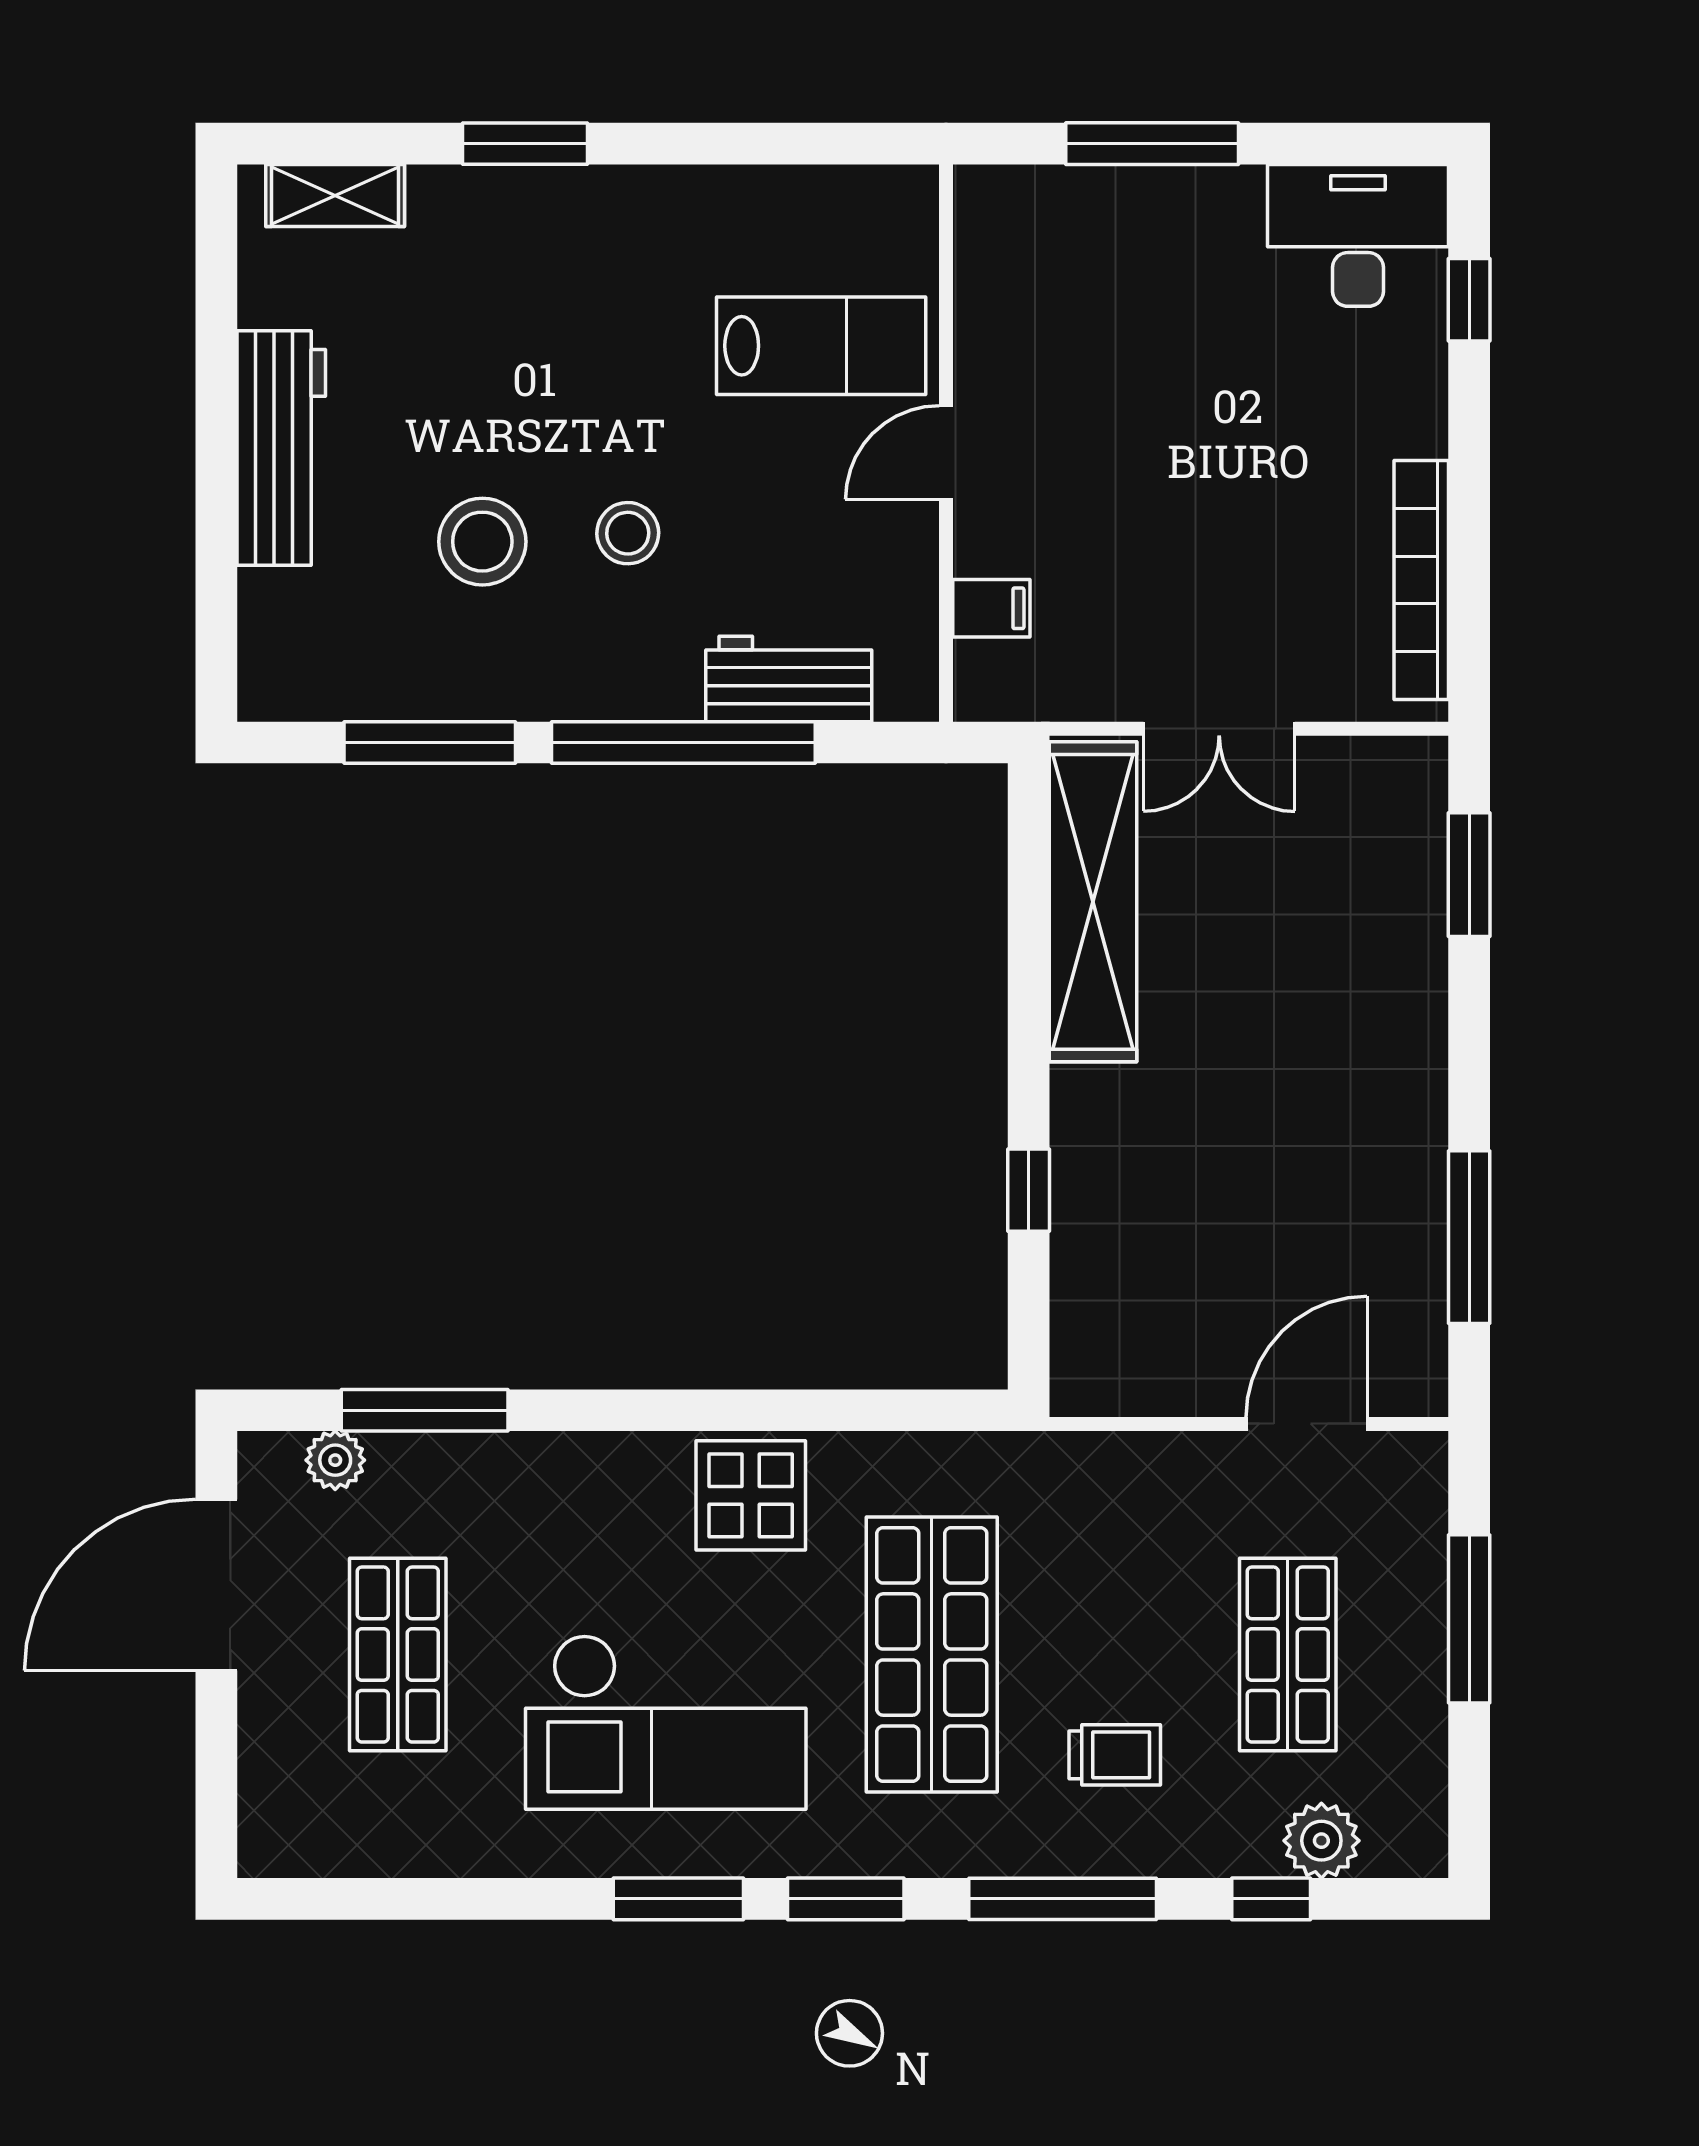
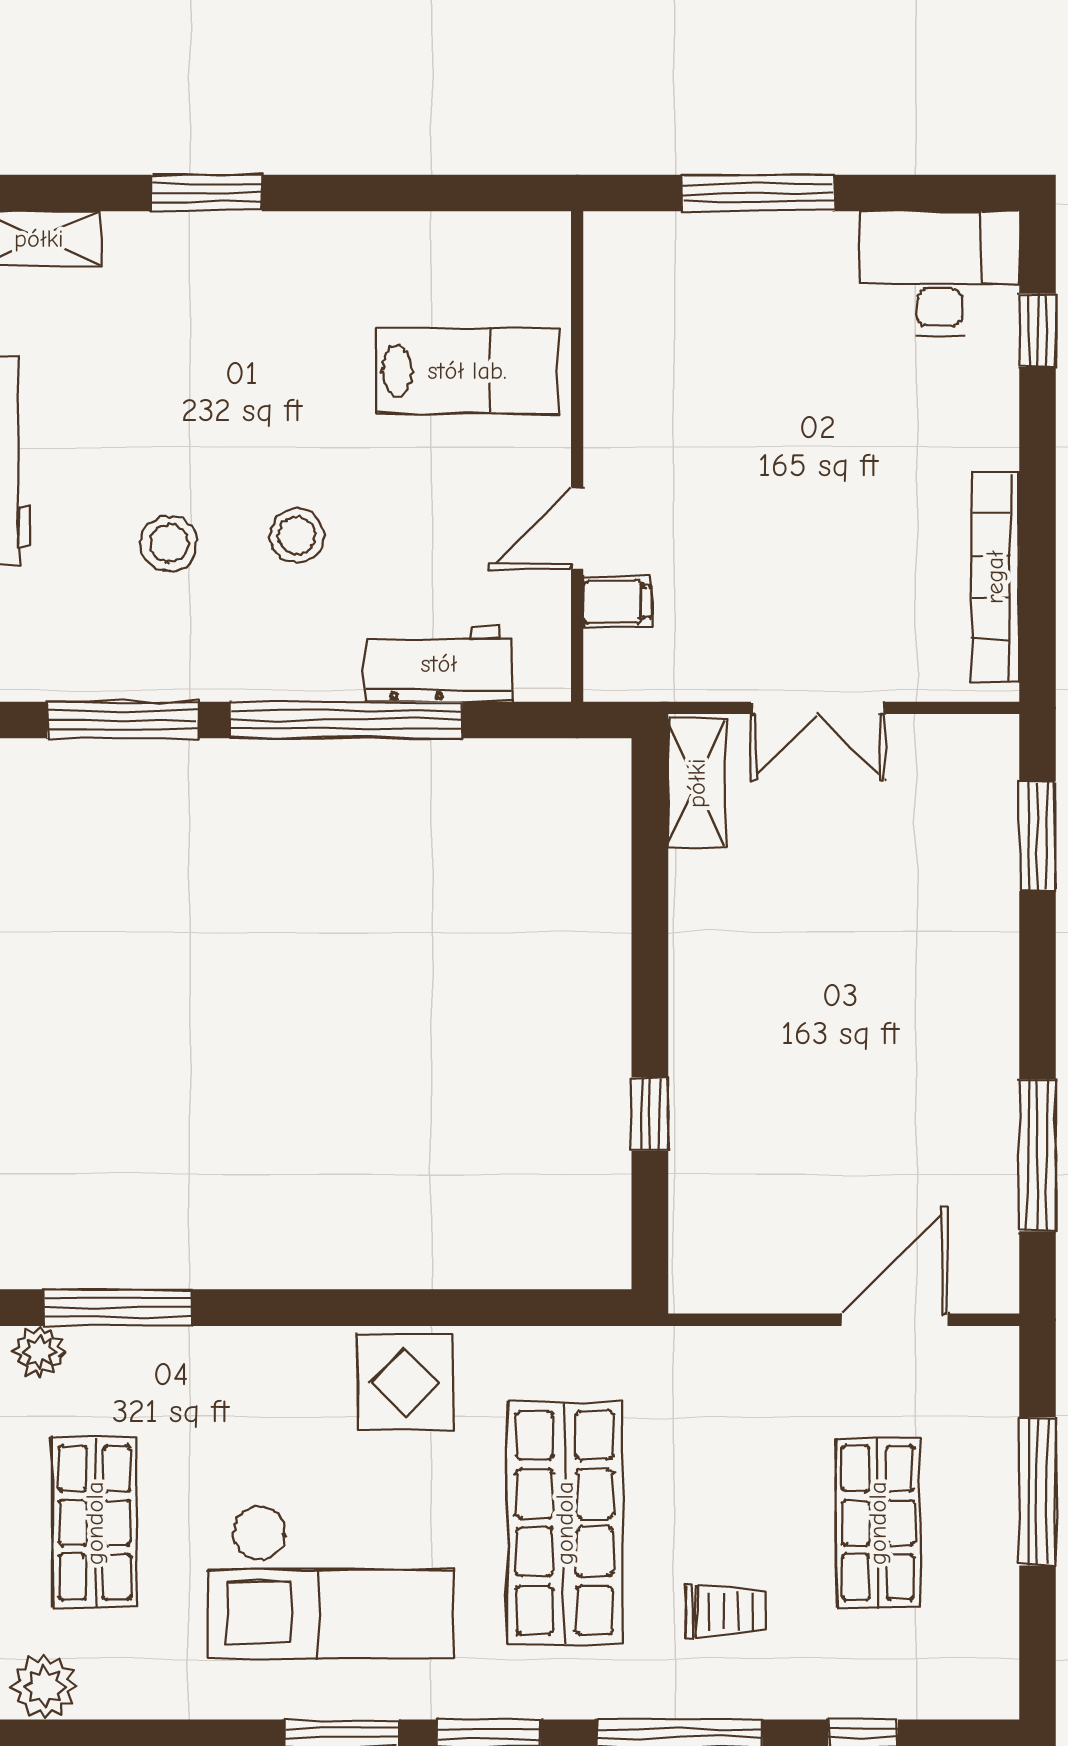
door: (946, 453) -> (577, 528), moved
stool: (482, 542) -> (169, 543), width x0.73, depth x0.73
shelving: (1093, 902) -> (697, 783), width x0.45, depth x0.75
plant: (1321, 1841) -> (44, 1687), moved

